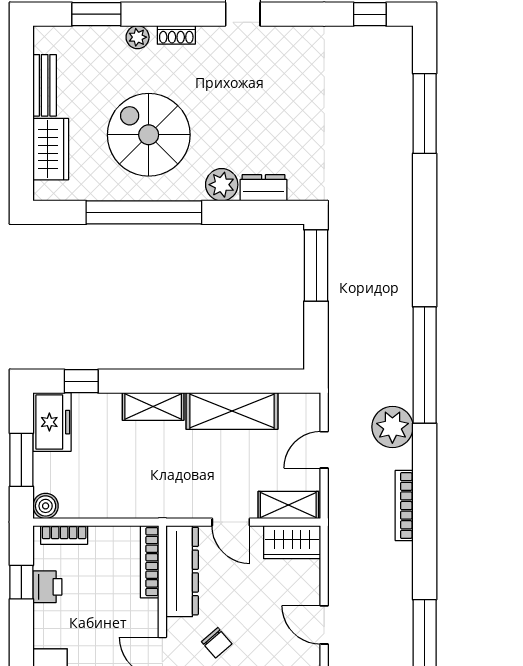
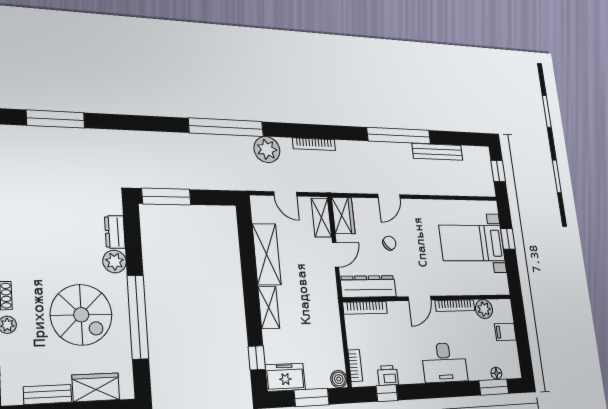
spiral stairs: (149, 135) -> (81, 315), turned -90
chair: (217, 643) -> (389, 243), moved

